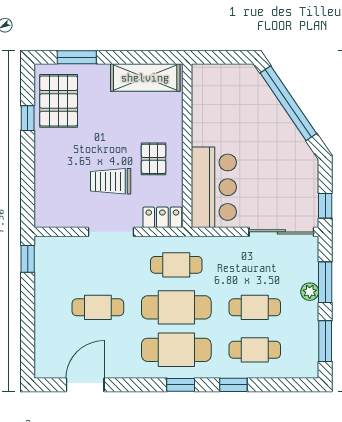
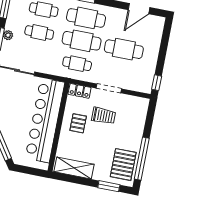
window: (28, 118) -> (142, 159), width x3.17
bar counter: (214, 187) -> (45, 120), width x1.86
cafe table: (98, 307) -> (124, 49), width x1.37, depth x1.35

